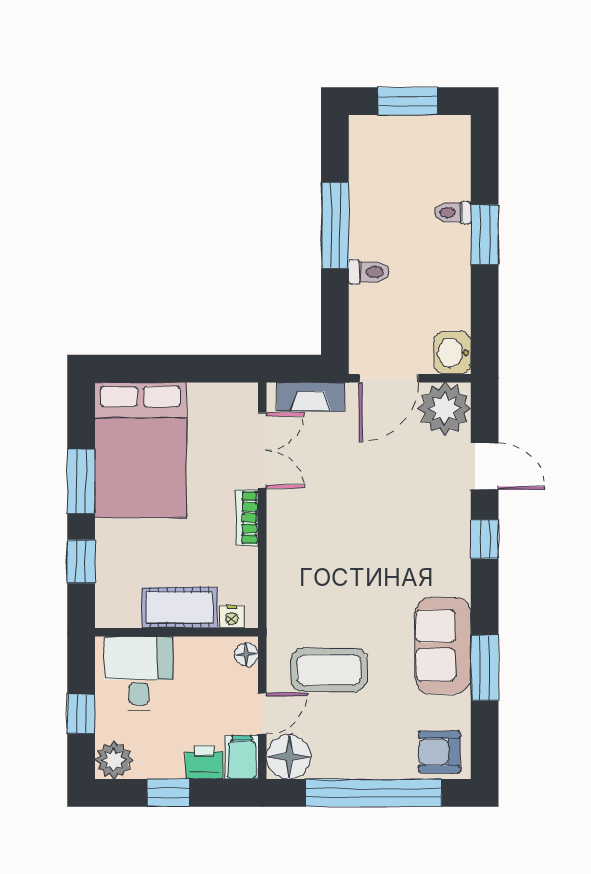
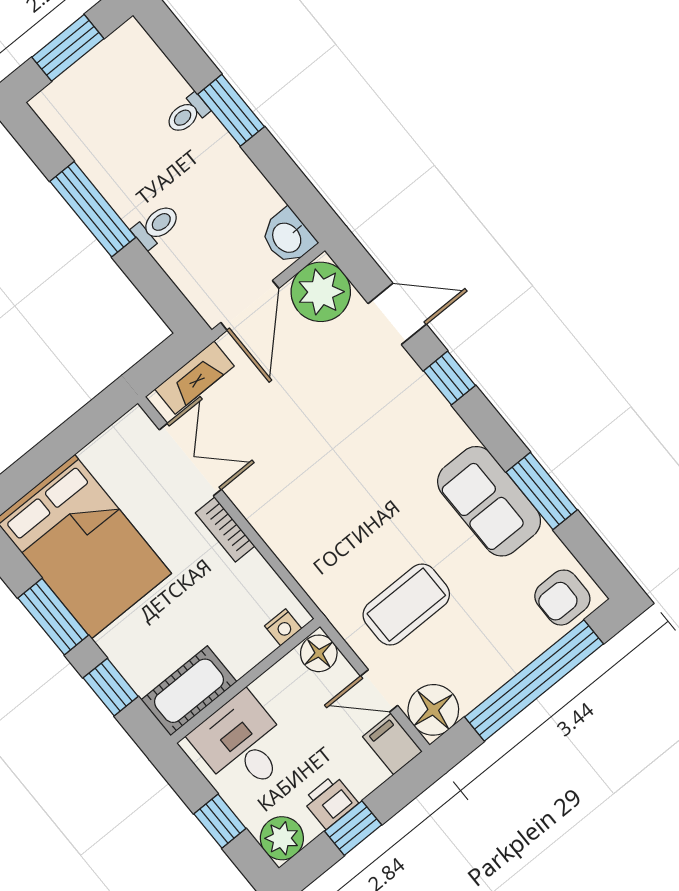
cot: (180, 608) -> (189, 691), moved
floor lamp: (246, 654) -> (319, 653), width x1.37, depth x1.37
door: (262, 714) -> (379, 691), swing flipped
printer: (204, 762) -> (330, 802), moved

